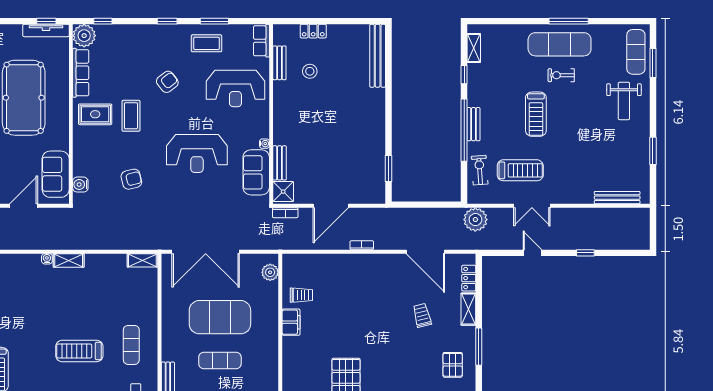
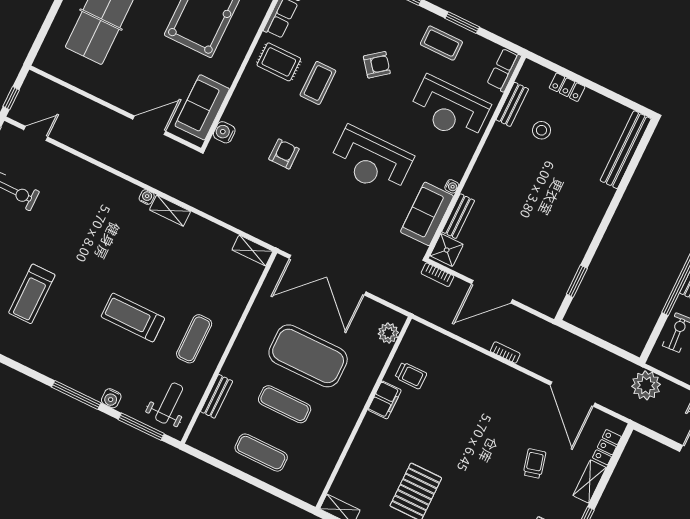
armchair: (131, 179) -> (284, 154), turned -76

